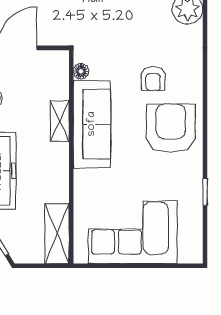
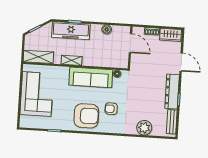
shelving: (60, 121) -> (72, 60), moved

